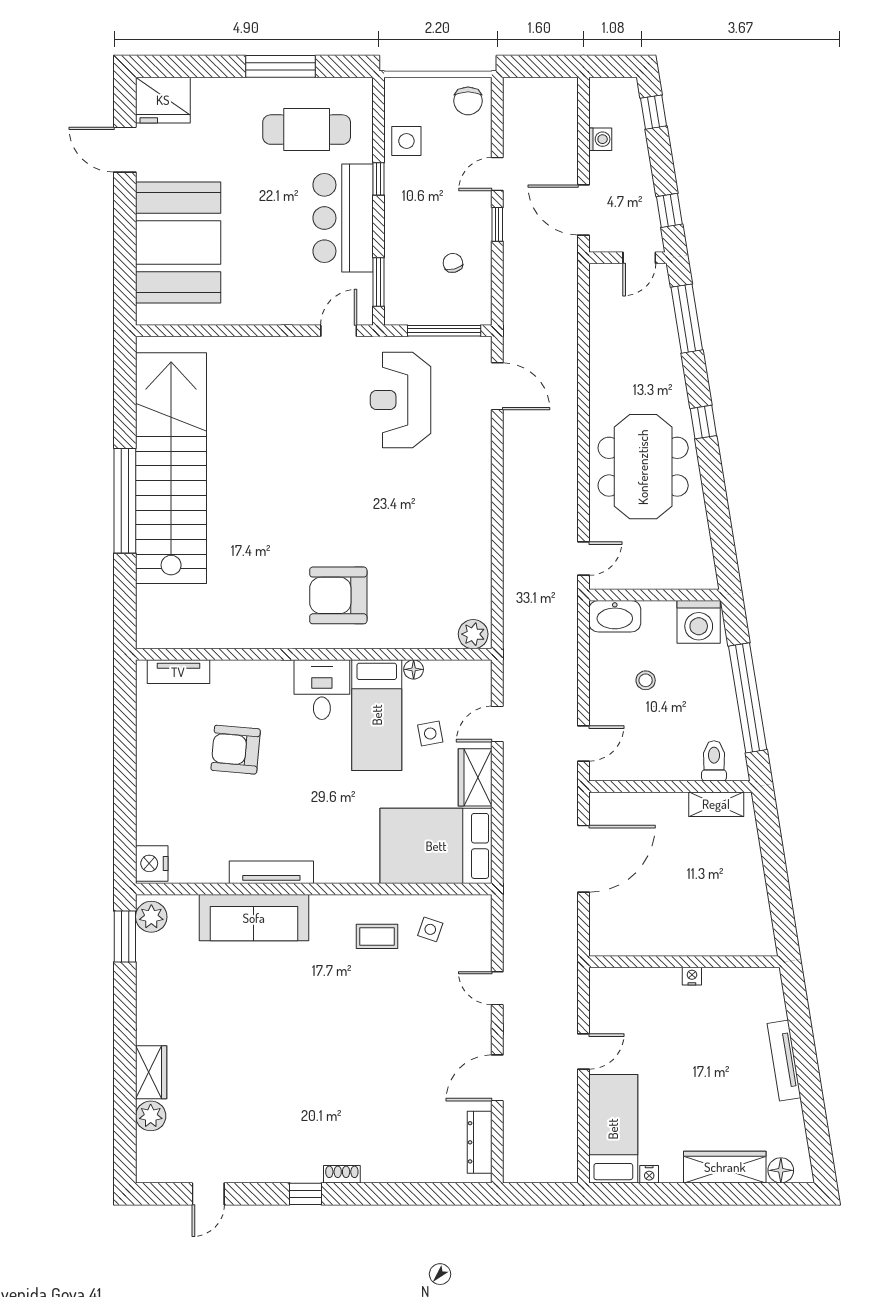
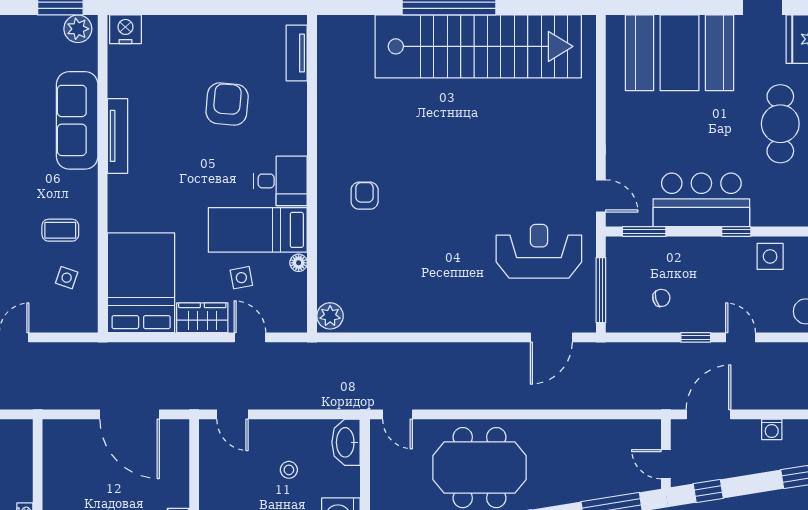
cafe table: (307, 130) -> (780, 124), moved
armchair: (338, 595) -> (365, 196), width x0.53, depth x0.53
coffee table: (377, 936) -> (60, 230), turned 90

